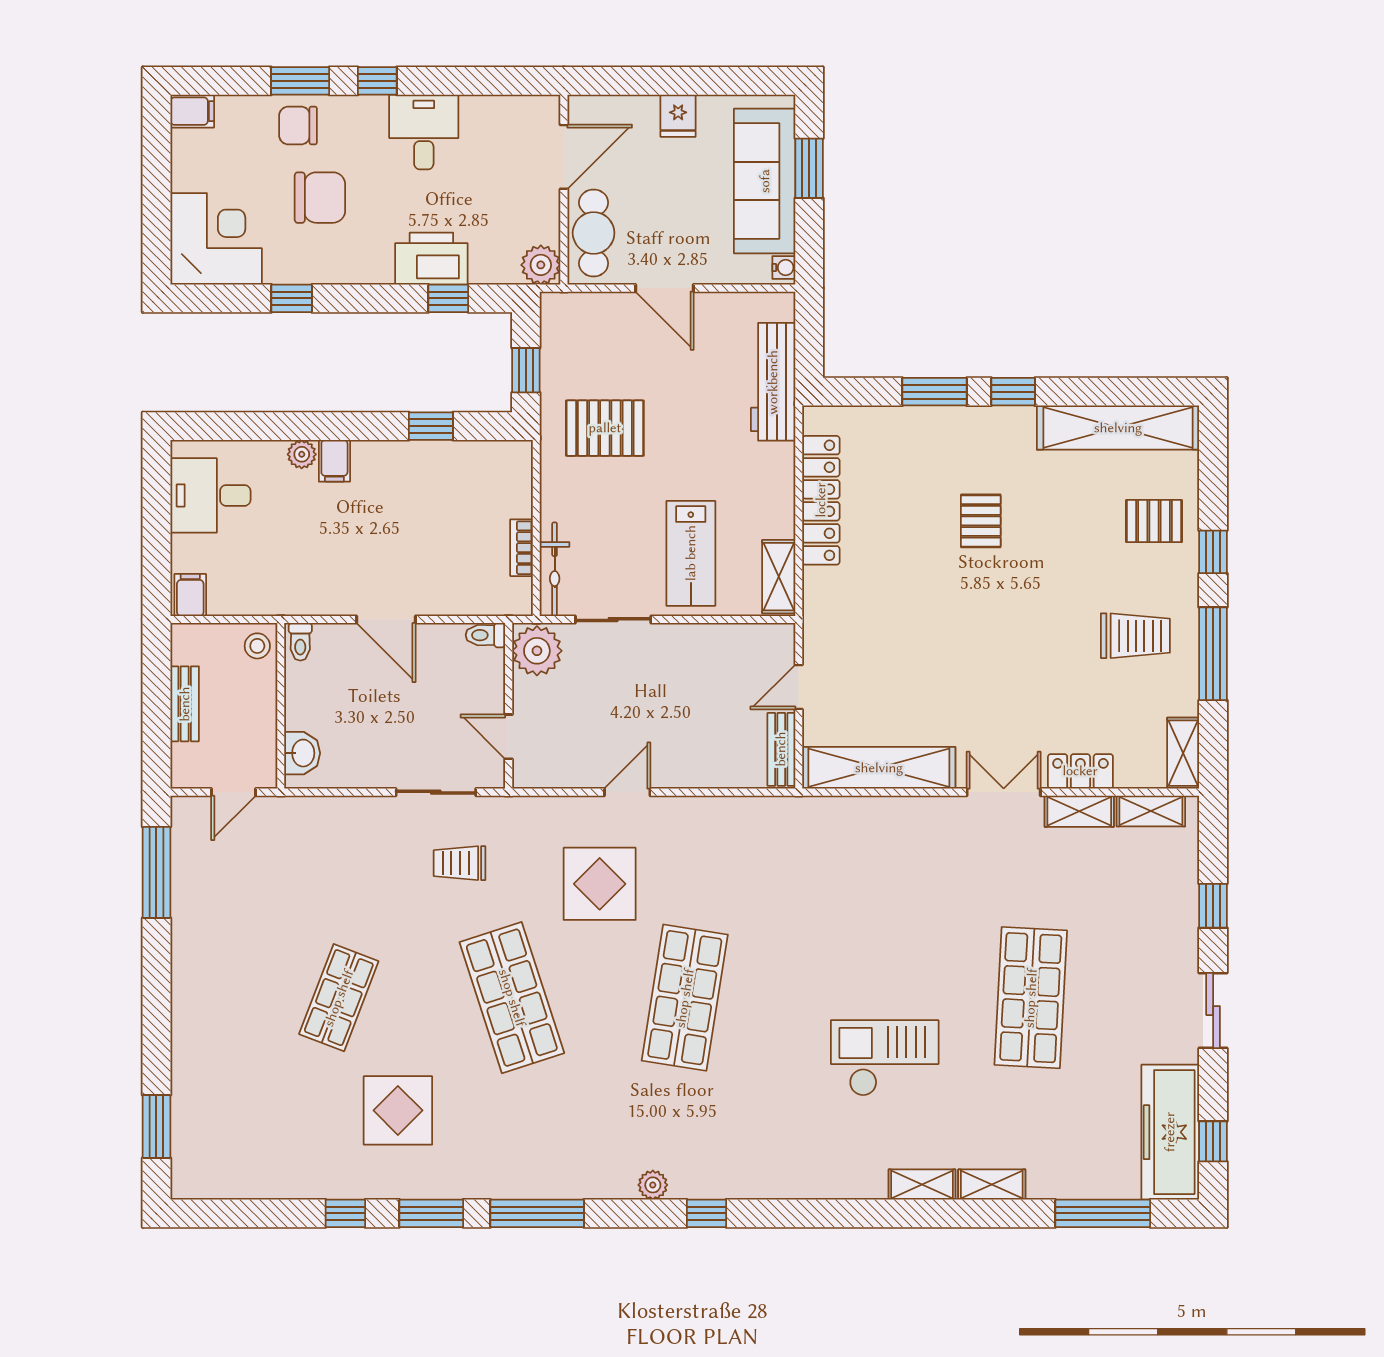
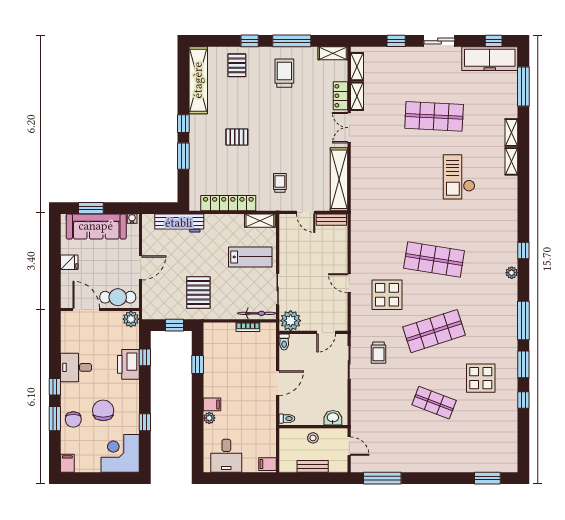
trolley: (870, 625) -> (280, 183), added
stool: (257, 646) -> (313, 438), moved

